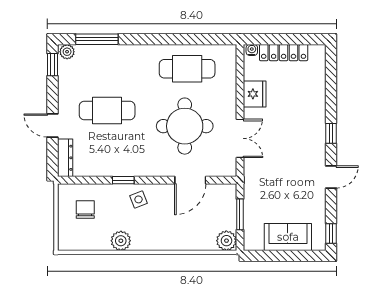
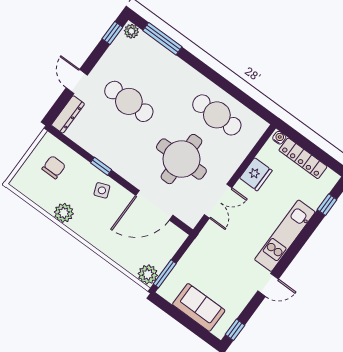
kitchen unit: (315, 127) -> (285, 236), added
window: (331, 133) -> (327, 205), moved
door: (190, 180) -> (154, 205), width x1.36
window: (240, 214) -> (165, 274), moved

